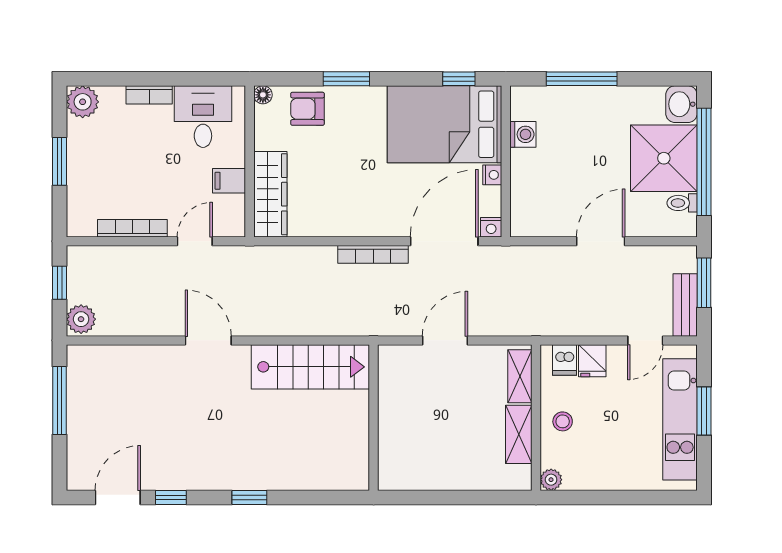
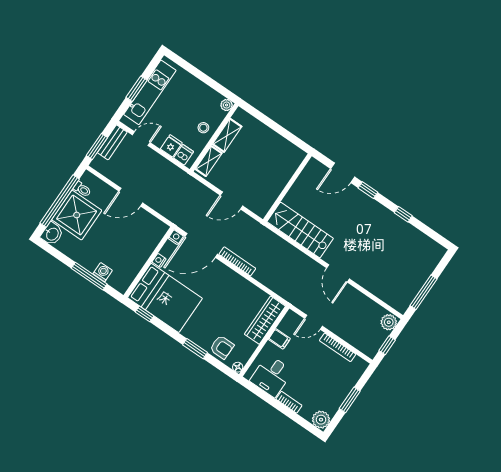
washing machine: (523, 134) -> (103, 272), moved, turned 90
door: (118, 497) -> (343, 173), moved

